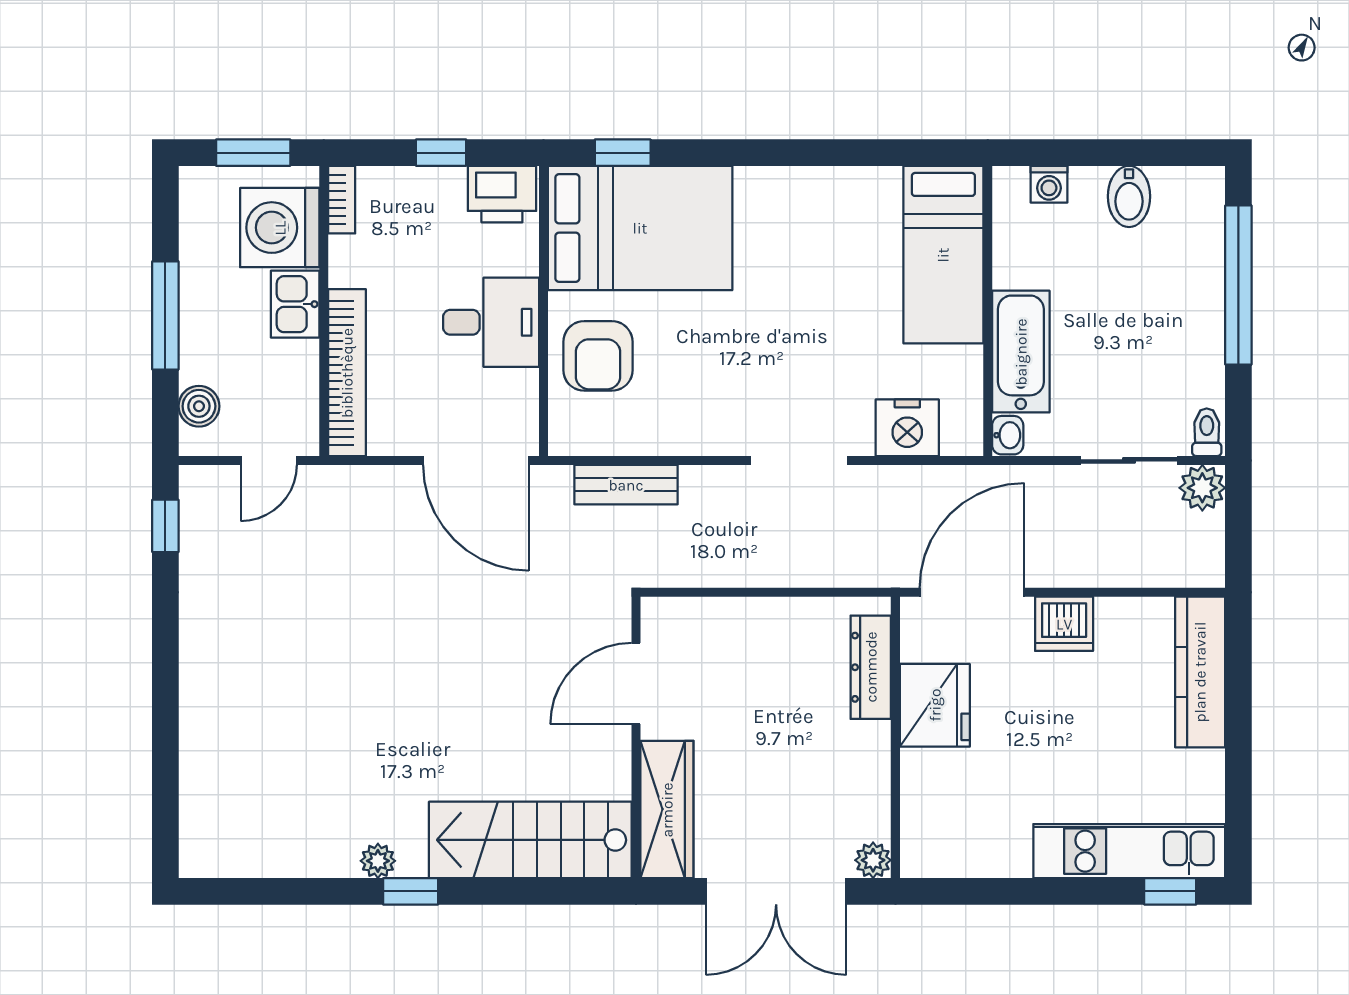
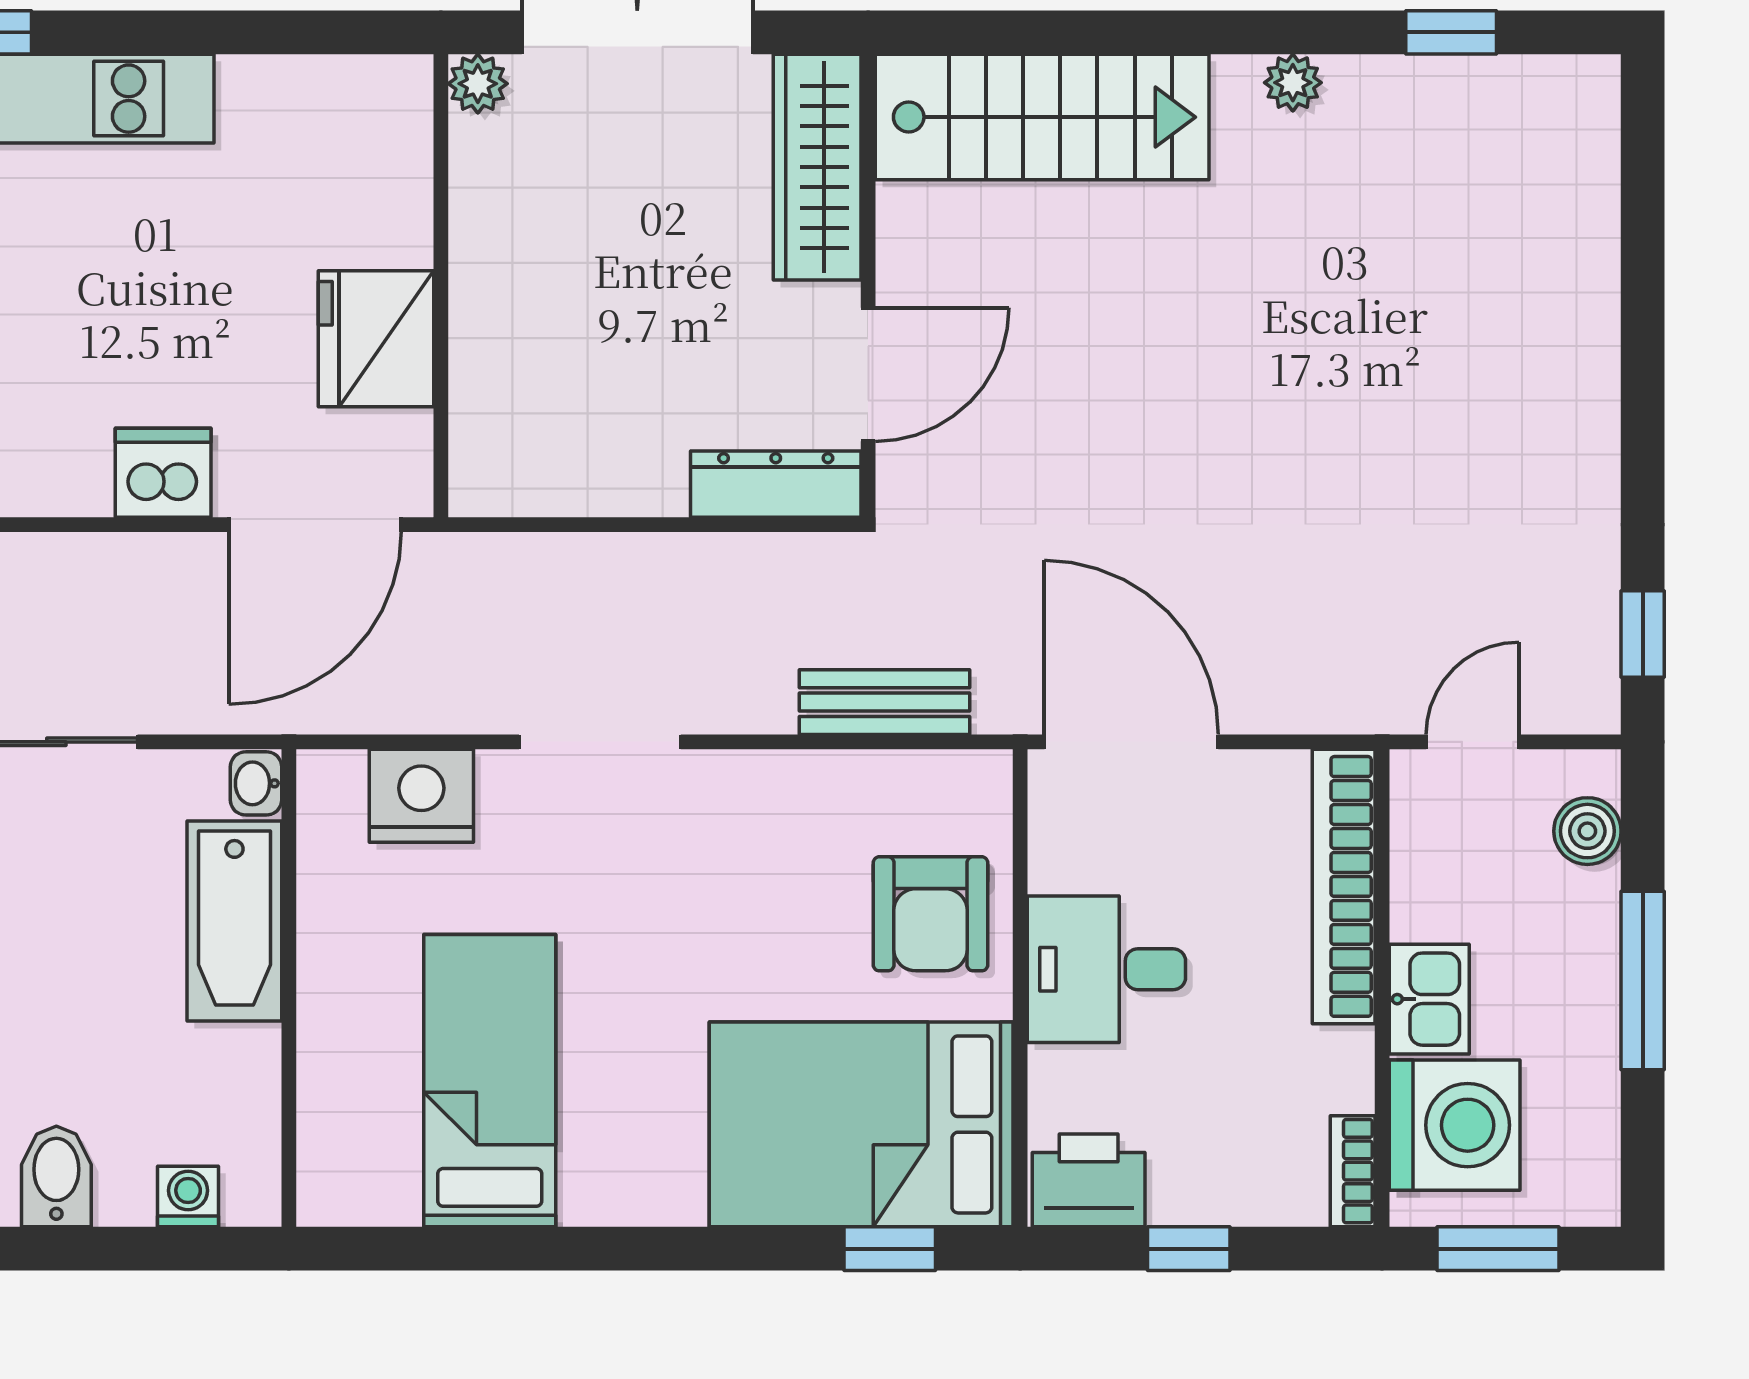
bed: (943, 255) -> (490, 1081), moved
armchair: (598, 356) -> (931, 914), turned 180
dresser: (871, 667) -> (776, 484), moved, turned -90
window: (411, 891) -> (1451, 32), moved

